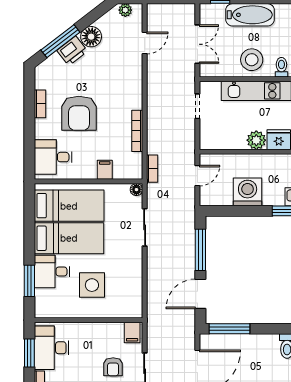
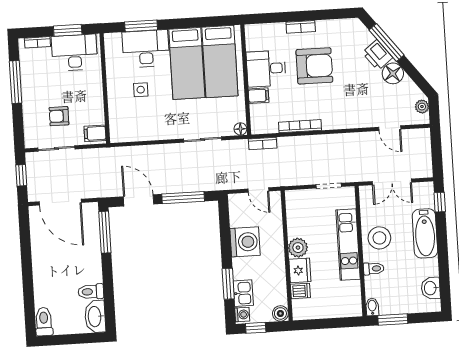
bookcase: (40, 104) -> (301, 27), moved
armchair: (79, 113) -> (314, 66), turned 180
desk: (53, 157) -> (266, 69), moved, turned -90
desk: (52, 272) -> (146, 49), width x1.37
side table: (92, 285) -> (141, 90), width x0.54, depth x0.54

